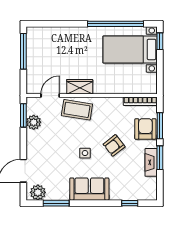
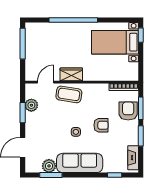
window: (116, 24) -> (73, 20), moved
window: (23, 115) -> (23, 113), moved
armchair: (114, 145) -> (101, 125), turned -142
fireplace: (151, 162) -> (133, 158), moved
sofa: (89, 189) -> (80, 163), width x1.36
plant: (38, 192) -> (49, 166), moved

